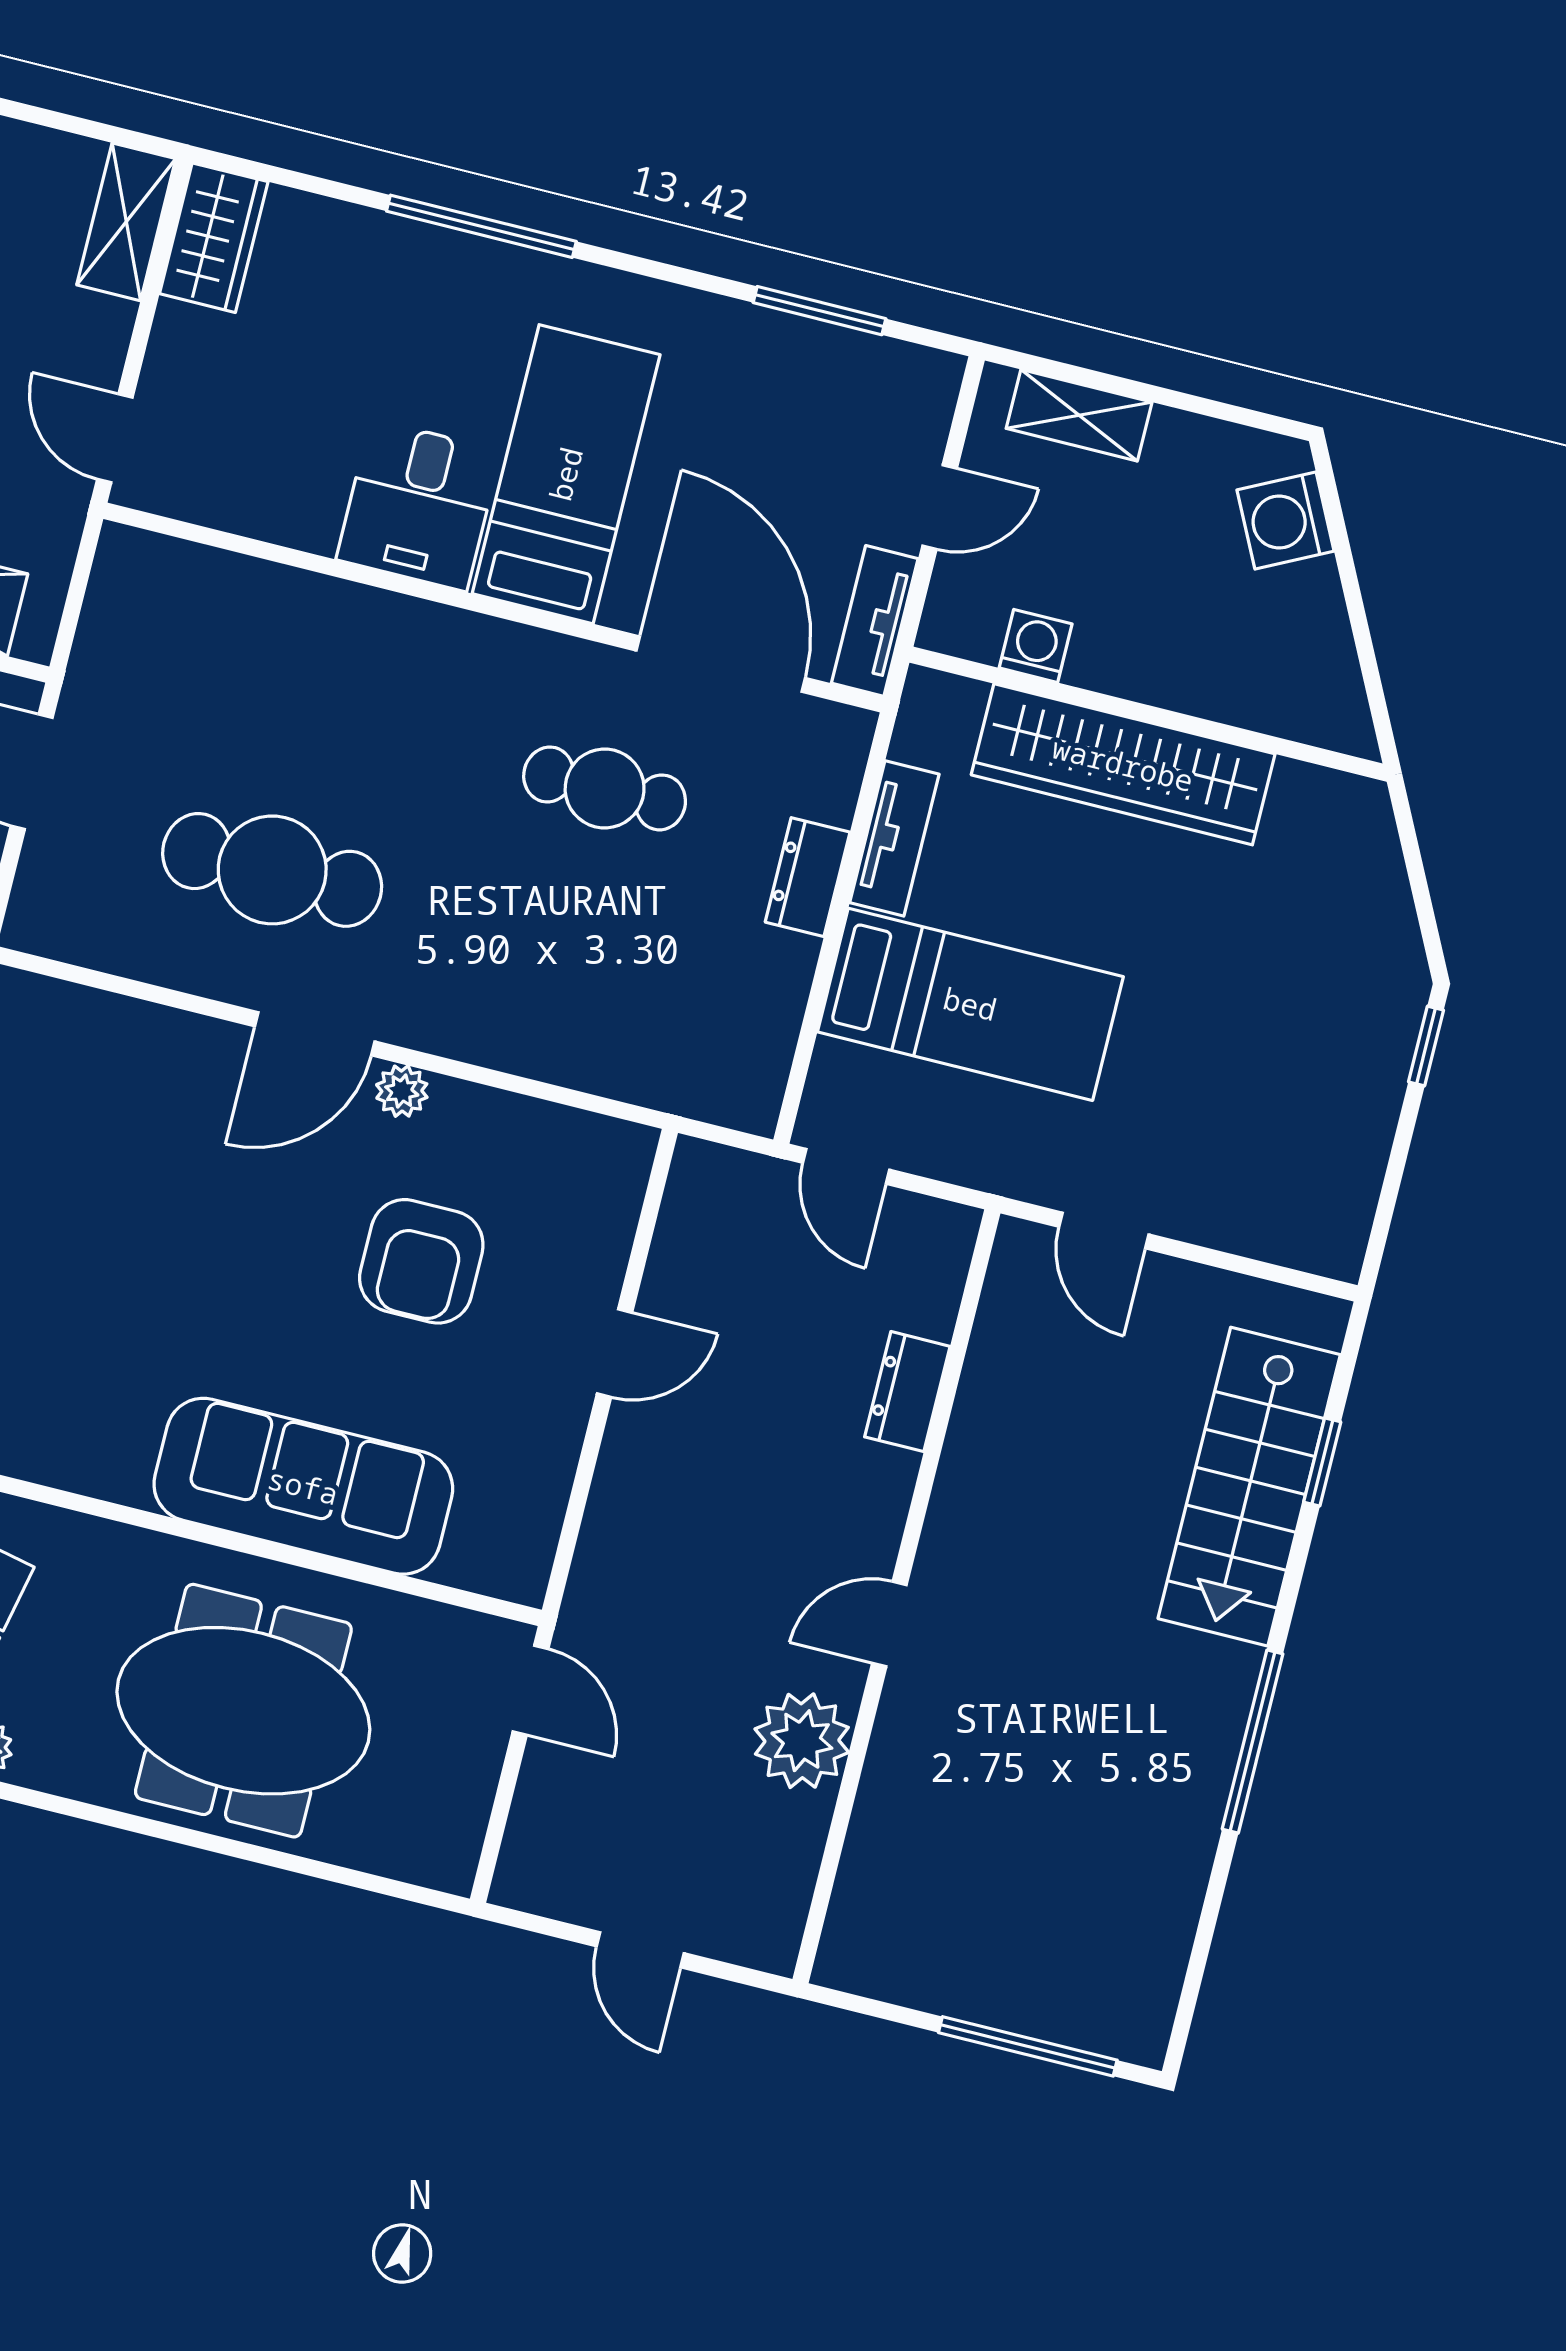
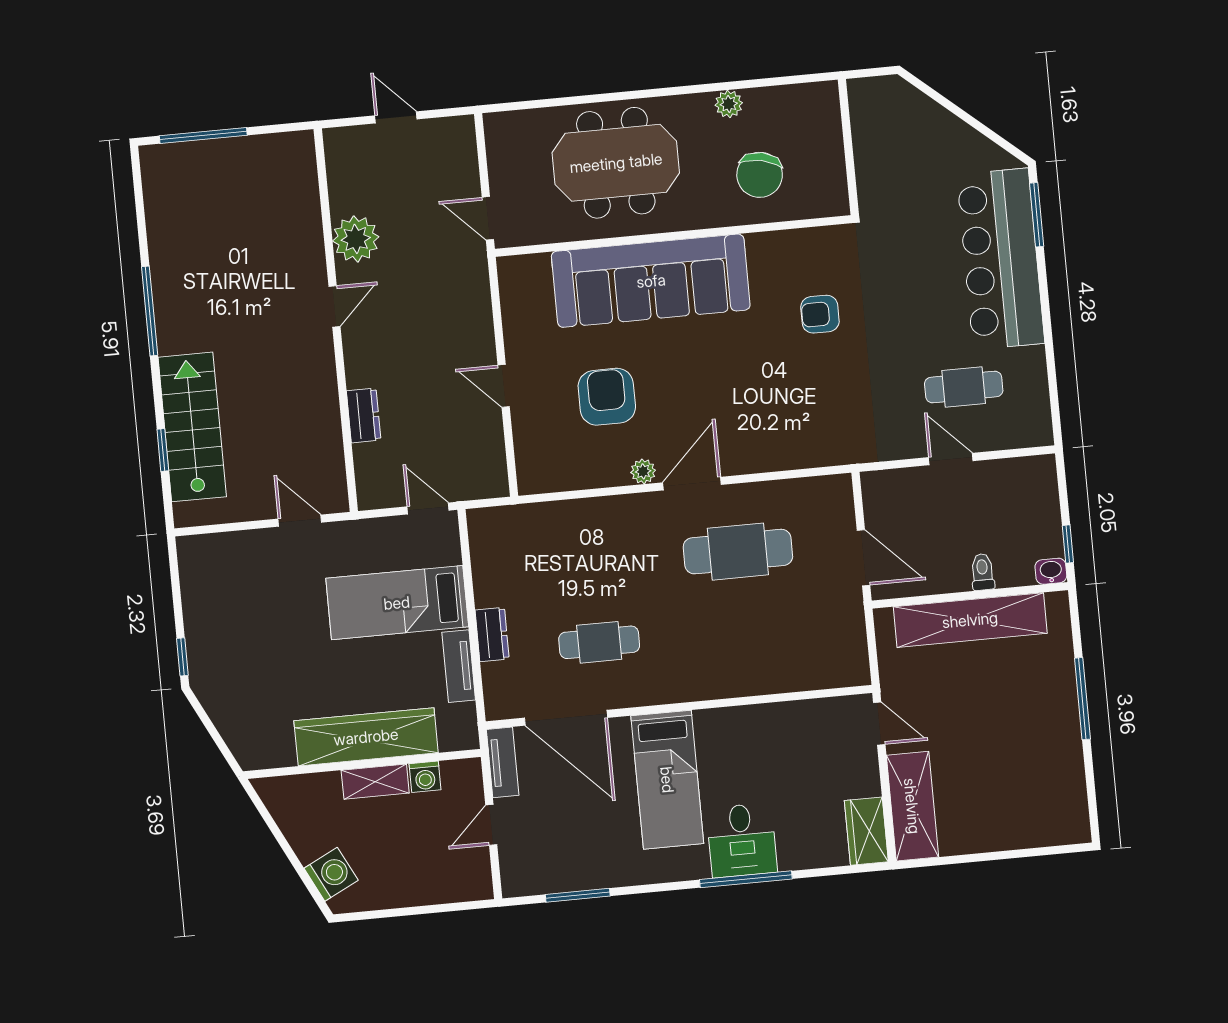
shelving: (126, 222) -> (912, 806), width x1.50, depth x1.33
shelving: (1079, 415) -> (375, 782), moved
desk: (419, 505) -> (742, 840), moved, turned 180
door: (615, 1353) -> (504, 386), hinge flipped
sofa: (303, 1486) -> (651, 281), width x1.36, depth x1.27

